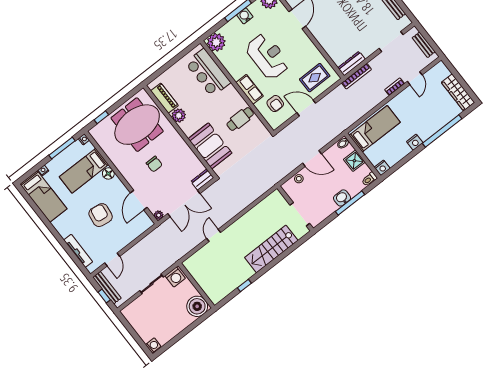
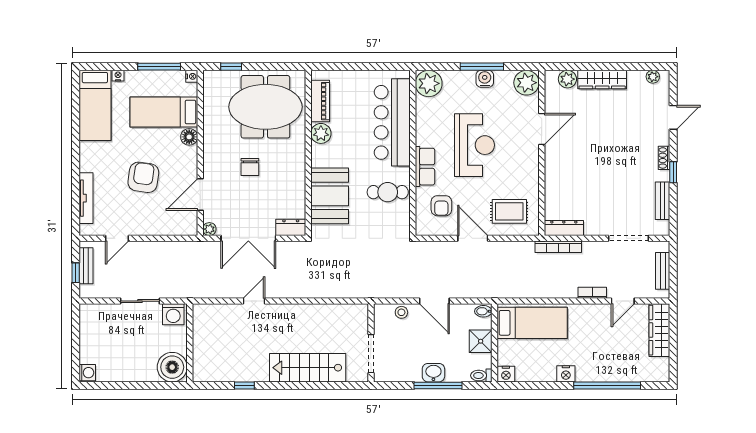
bar counter: (208, 73) -> (392, 122), width x1.36
wardrobe: (458, 92) -> (659, 330), moved
bench: (107, 288) -> (86, 266), width x0.73

